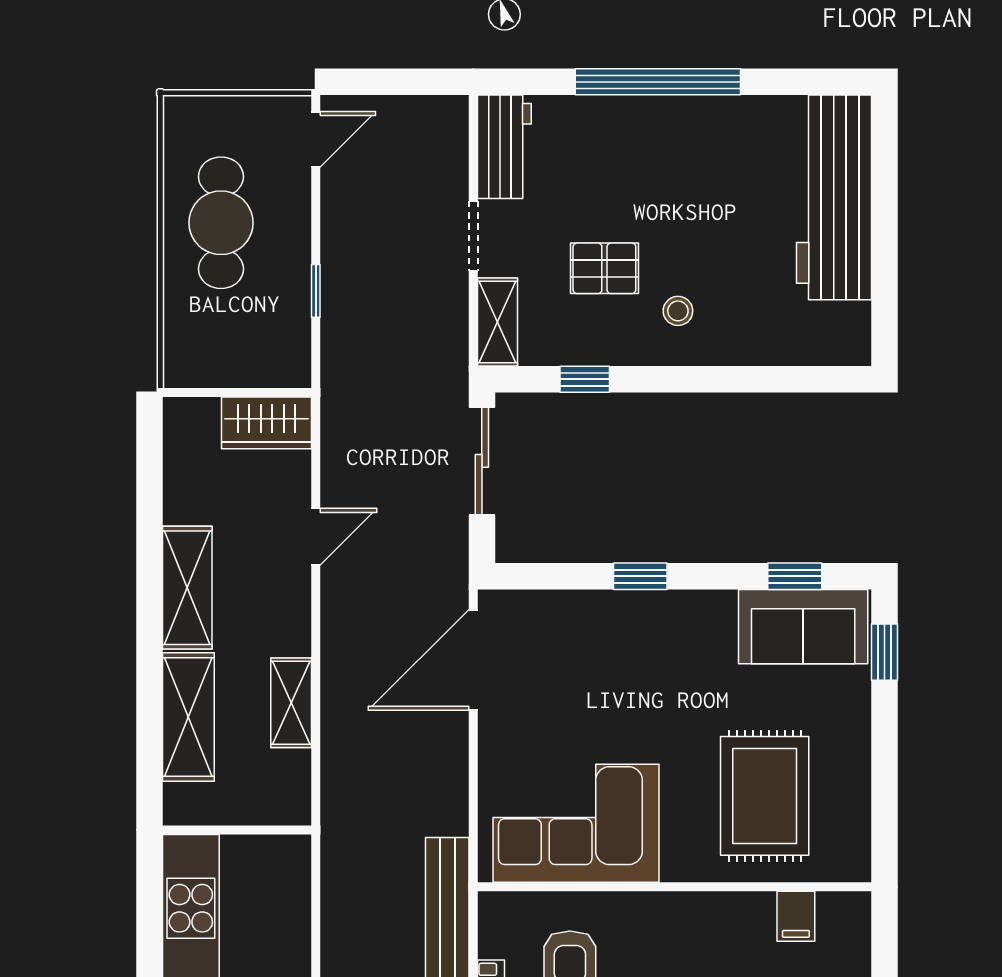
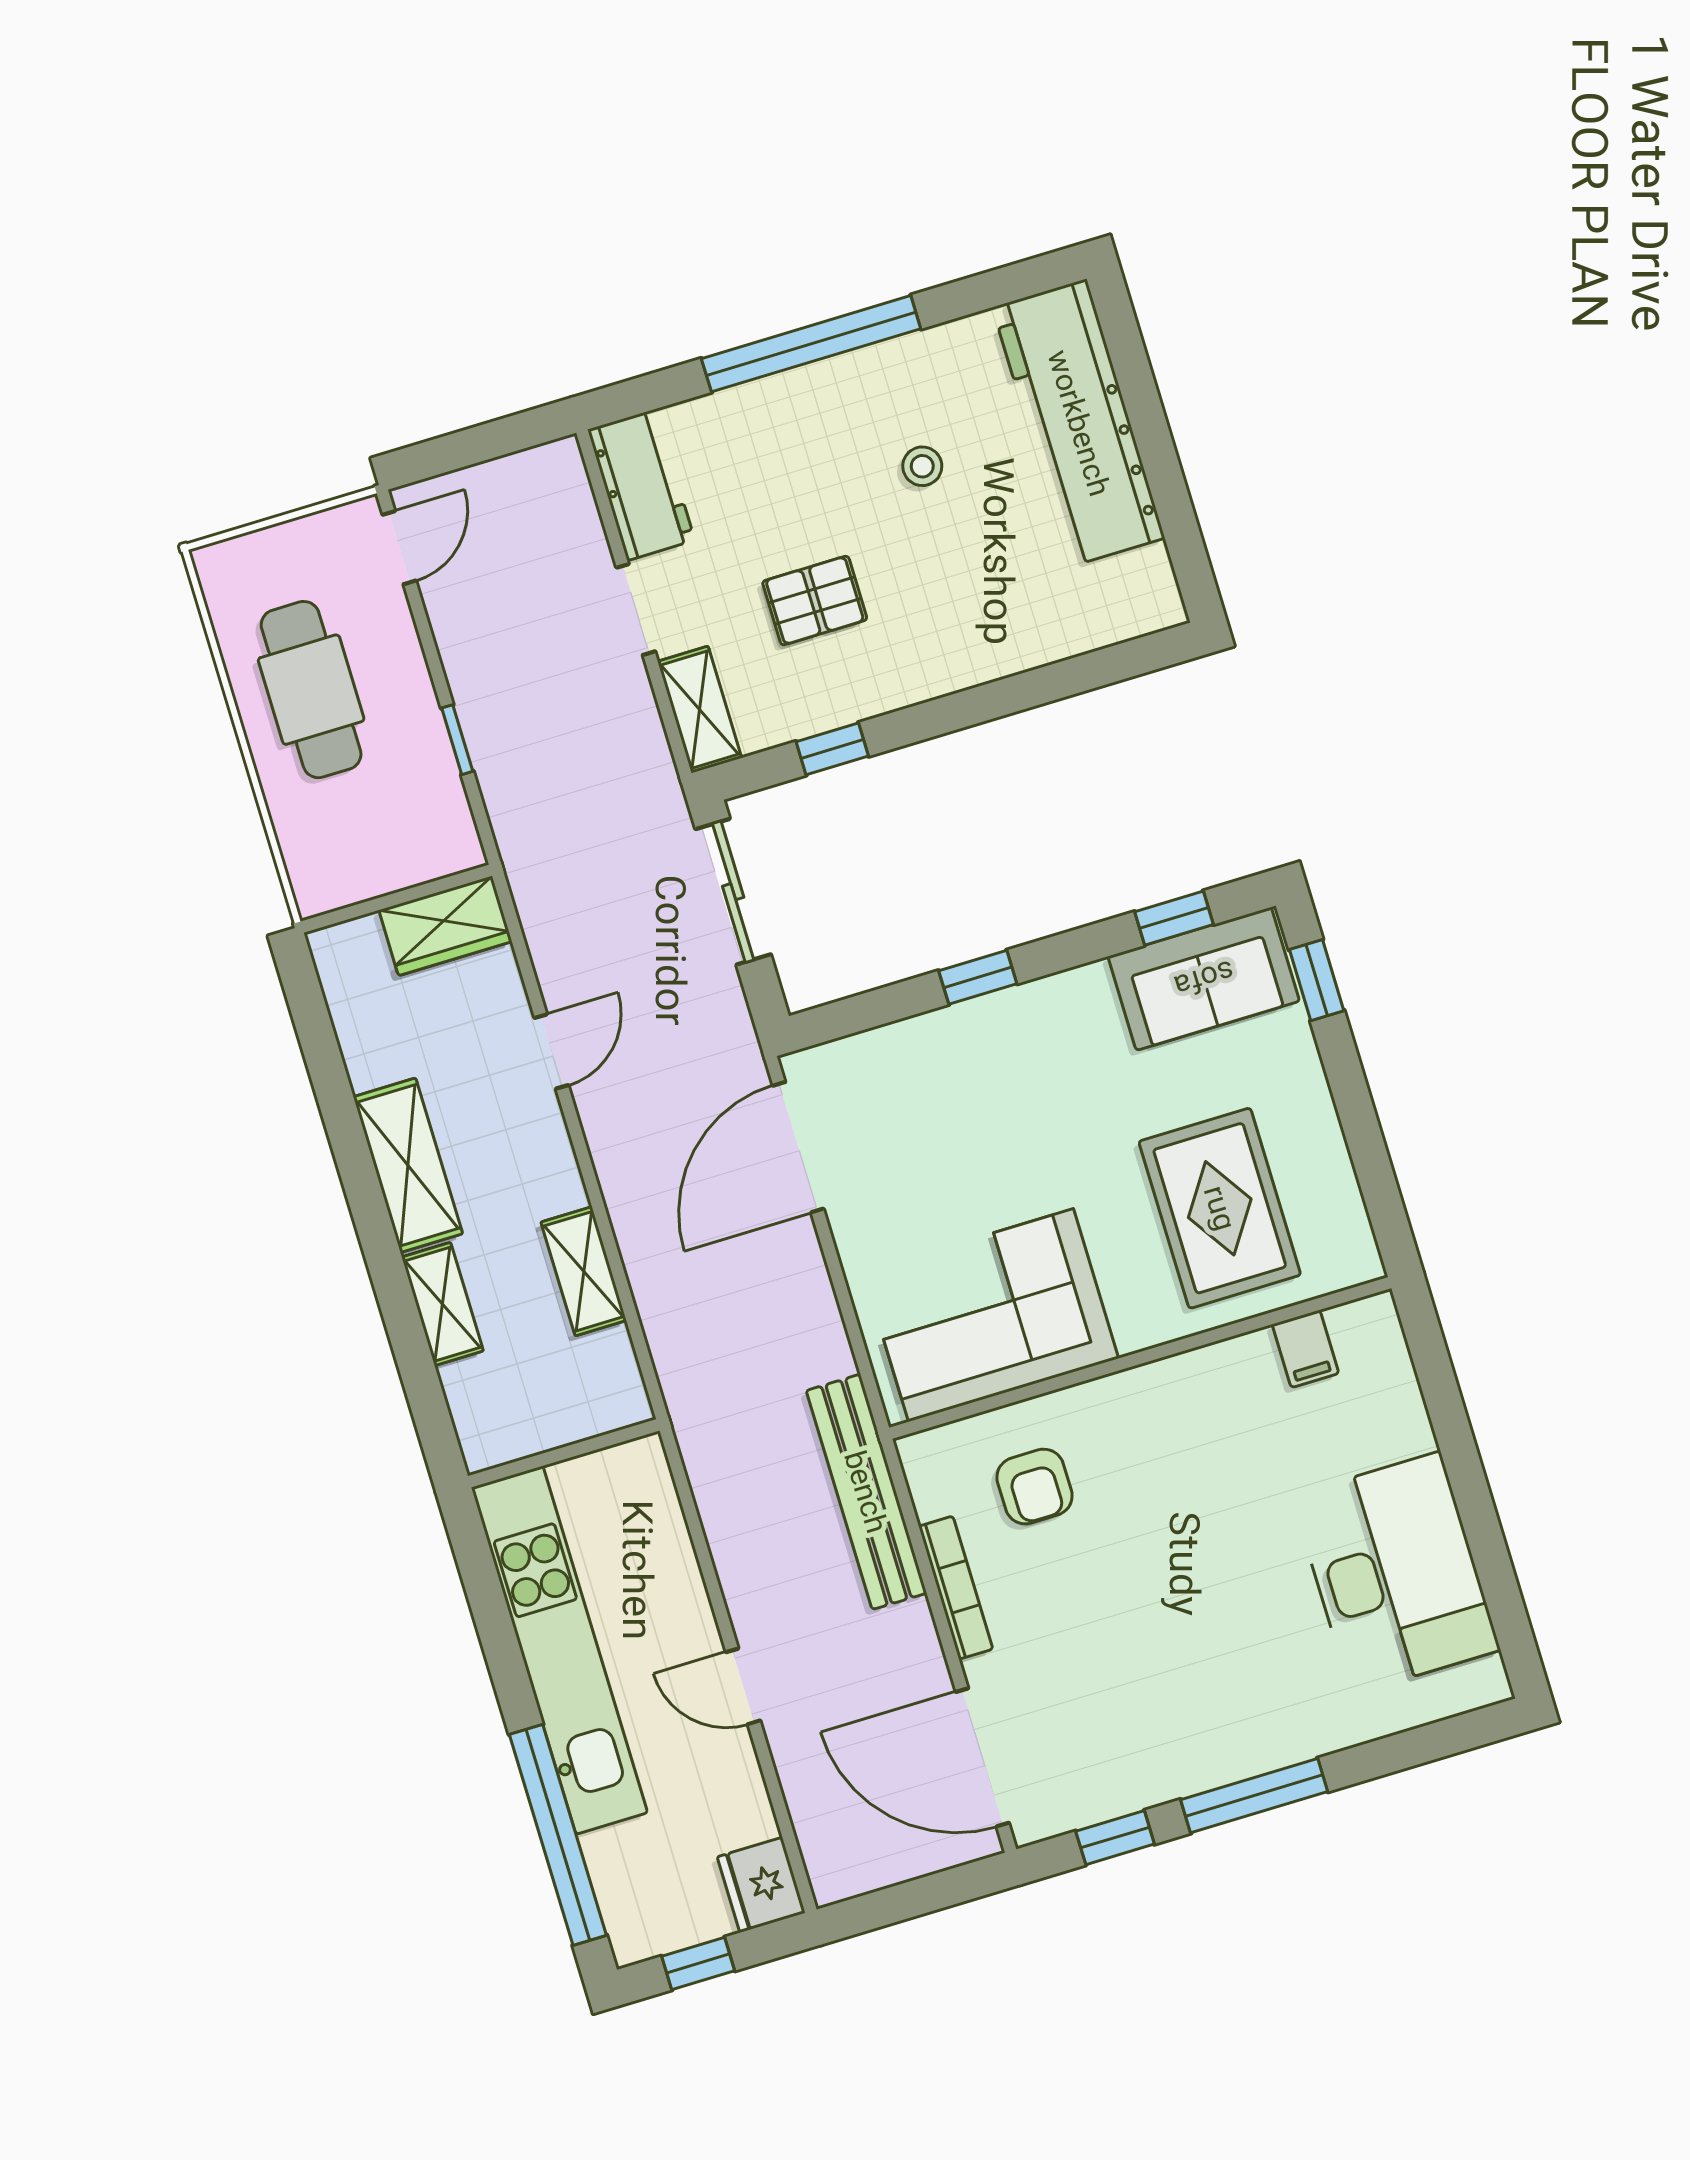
stool: (678, 311) -> (922, 466), moved
shelving: (188, 717) -> (442, 1304), width x0.67, depth x0.75

